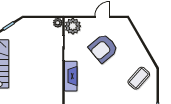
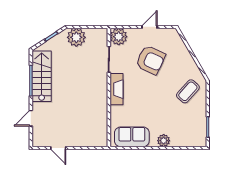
plant: (58, 23) -> (76, 37), moved, width x1.87, depth x1.87
armchair: (103, 48) -> (151, 60), turned -115

